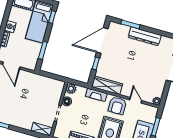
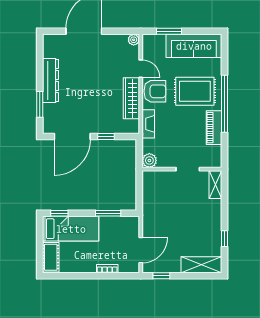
nightstand: (10, 27) -> (88, 266), removed
door: (102, 40) -> (72, 136), hinge flipped
wardrobe: (107, 85) -> (131, 98), moved
door: (136, 100) -> (141, 69), swing flipped
floor lamp: (67, 101) -> (168, 161), removed

